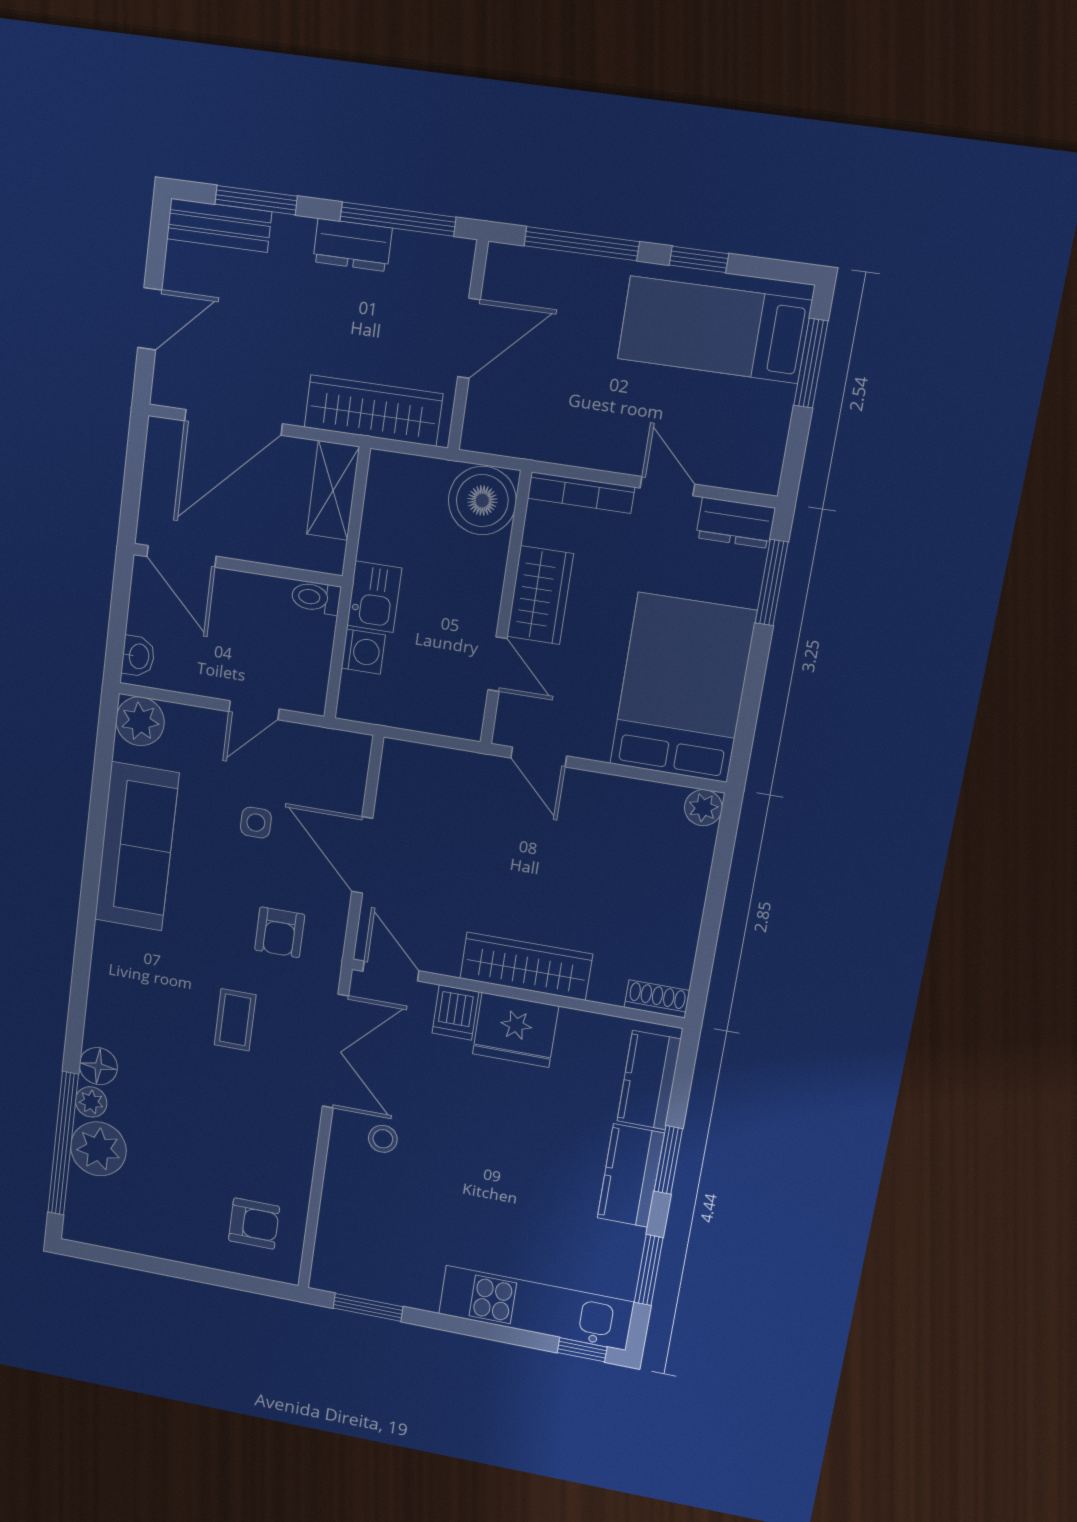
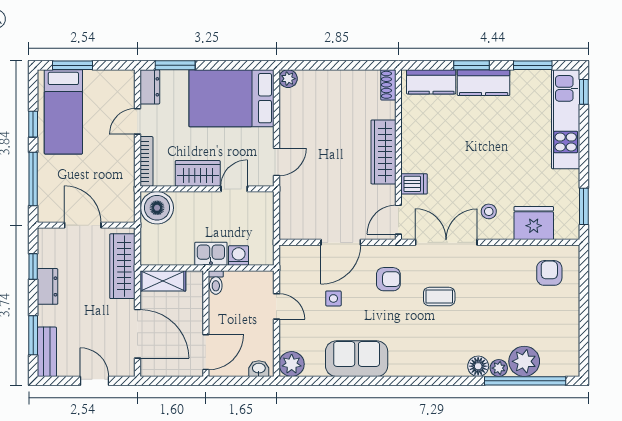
window: (398, 219) -> (33, 266), width x0.46
sofa: (137, 847) -> (357, 359), width x0.73
fridge: (515, 1030) -> (534, 223), moved, turned -90

